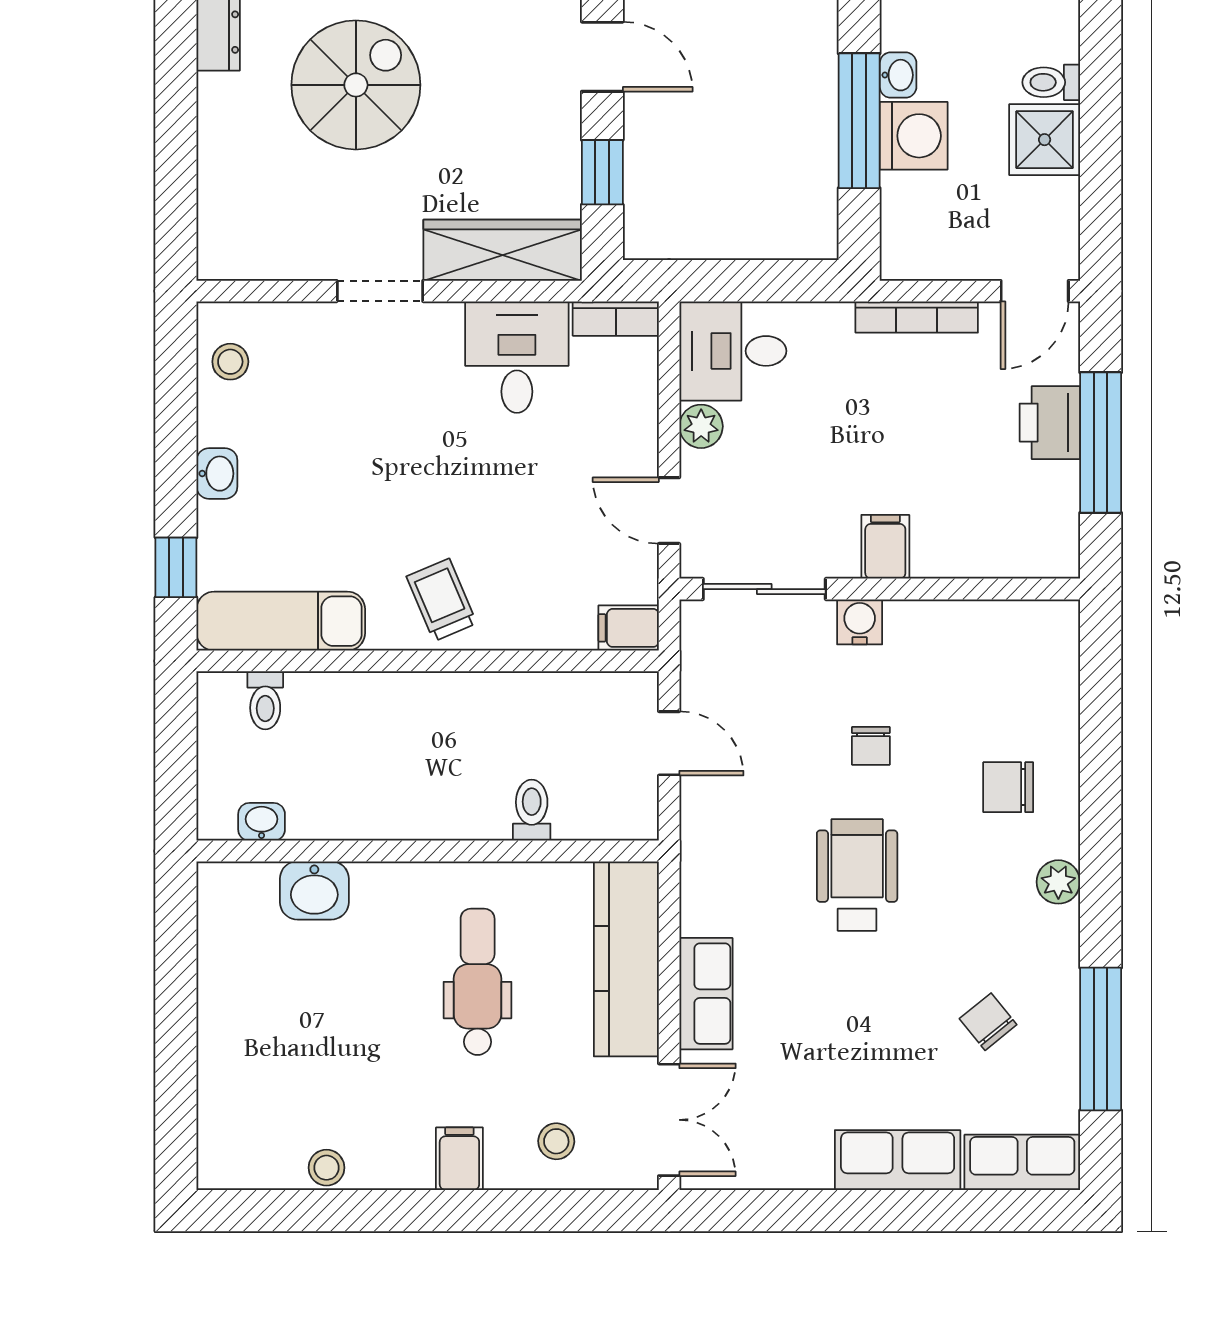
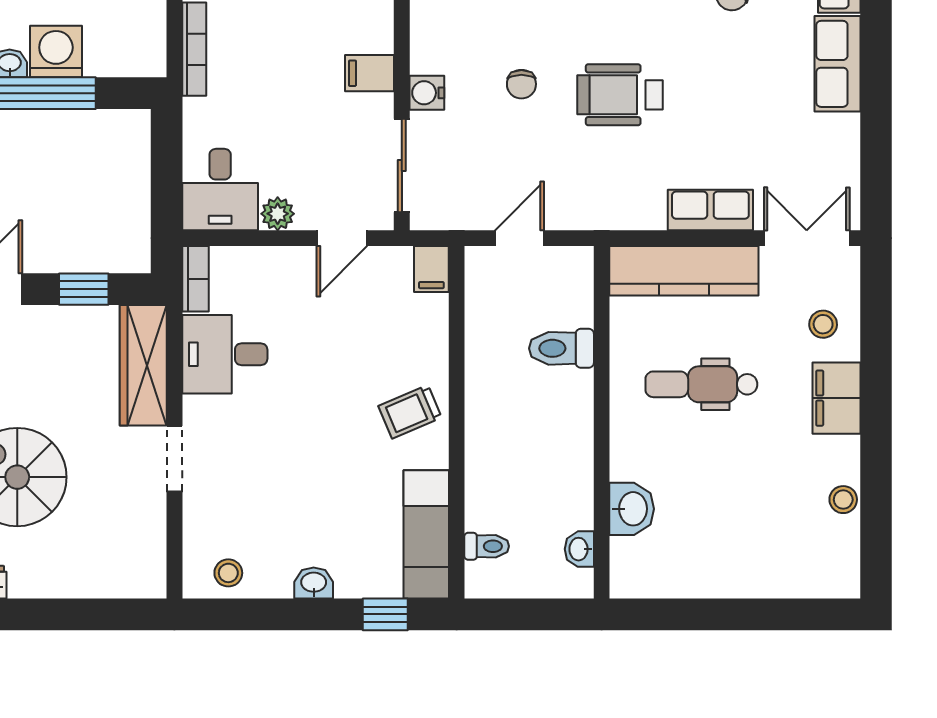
chair: (871, 746) -> (521, 84), turned 90
toilet: (532, 810) -> (561, 348), width x1.37, depth x1.39
filing cabinet: (459, 1159) -> (836, 398), width x2.00

